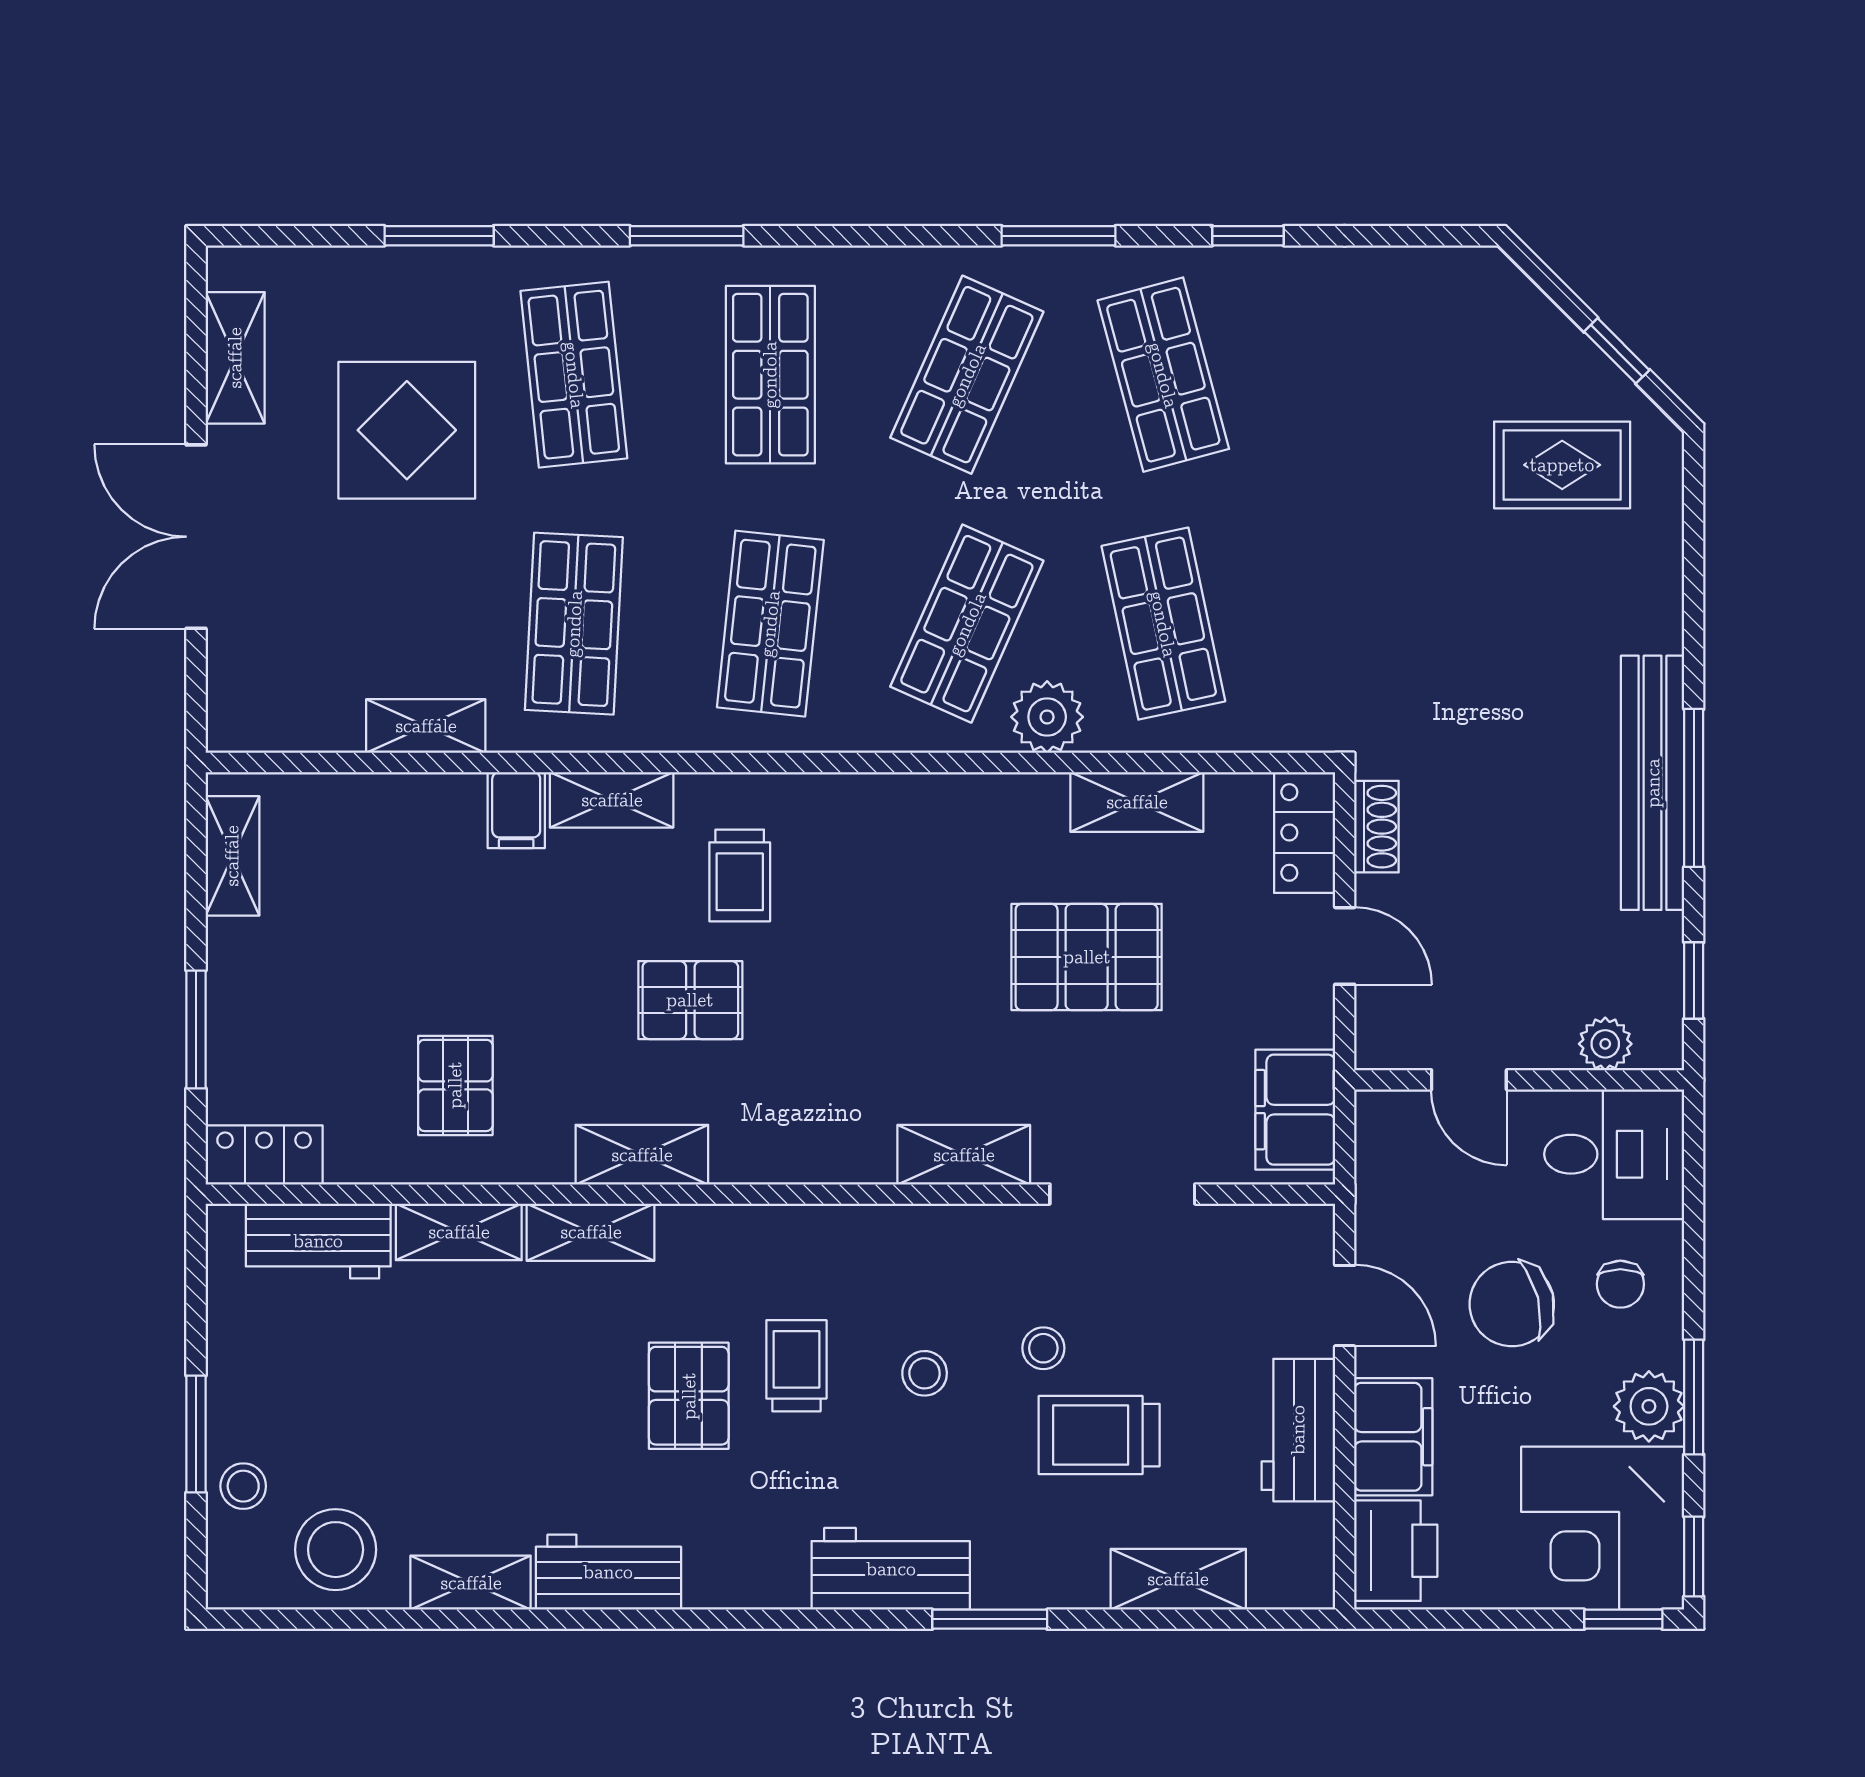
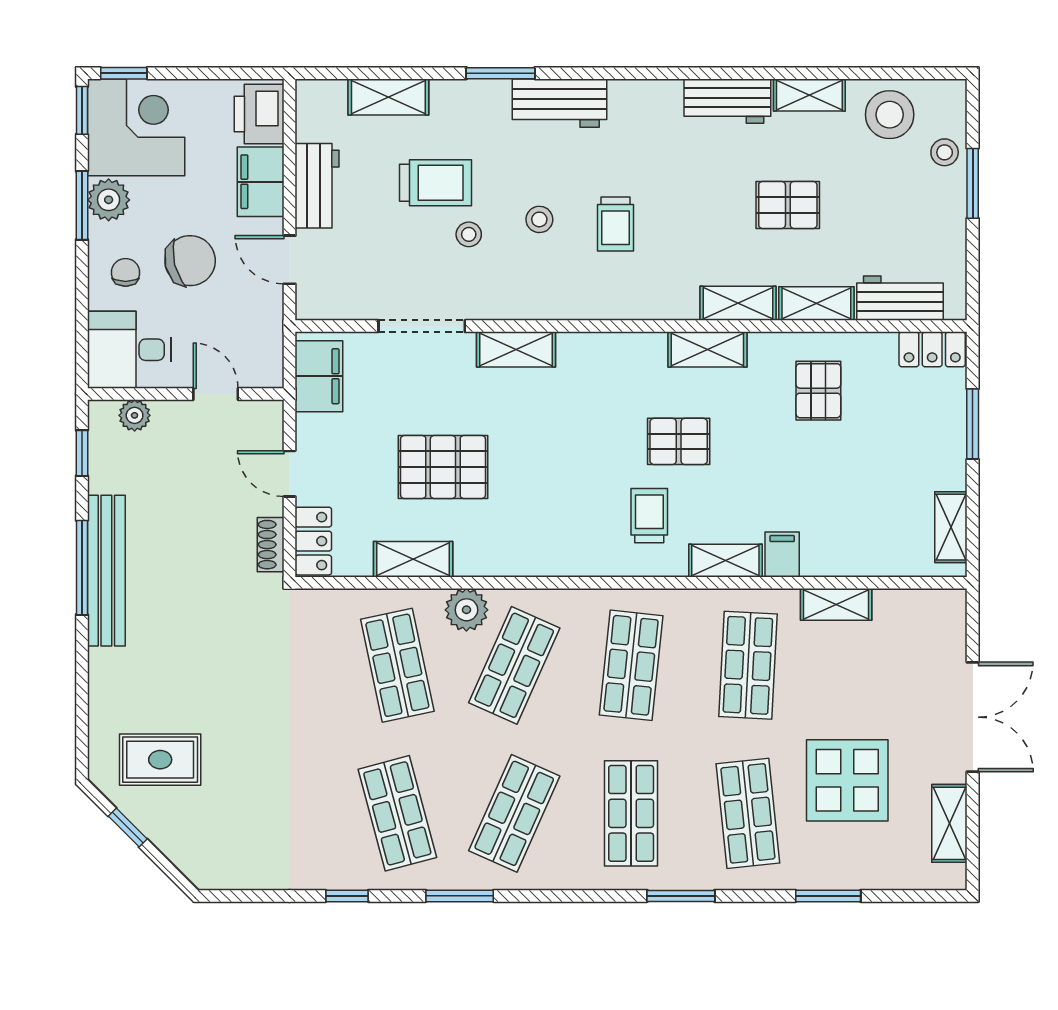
pallet: (689, 1396) -> (788, 205), moved, turned 90

